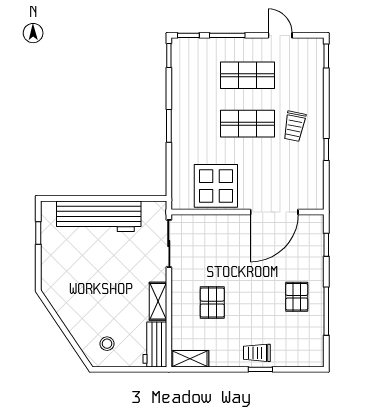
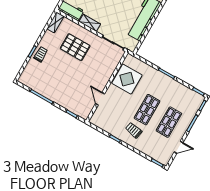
door: (274, 212) -> (100, 99), width x0.53
pallet: (297, 297) -> (56, 87), removed
pallet: (212, 303) -> (75, 47), width x1.50, depth x1.42

